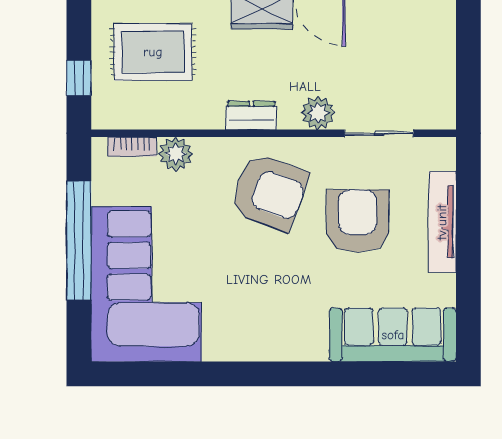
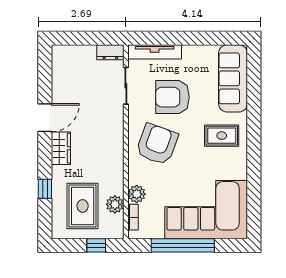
plant: (318, 113) -> (115, 204), moved
dresser: (251, 115) -> (110, 52), moved, turned -90
tv unit: (442, 222) -> (155, 52), moved
rug: (285, 314) -> (222, 136), added

